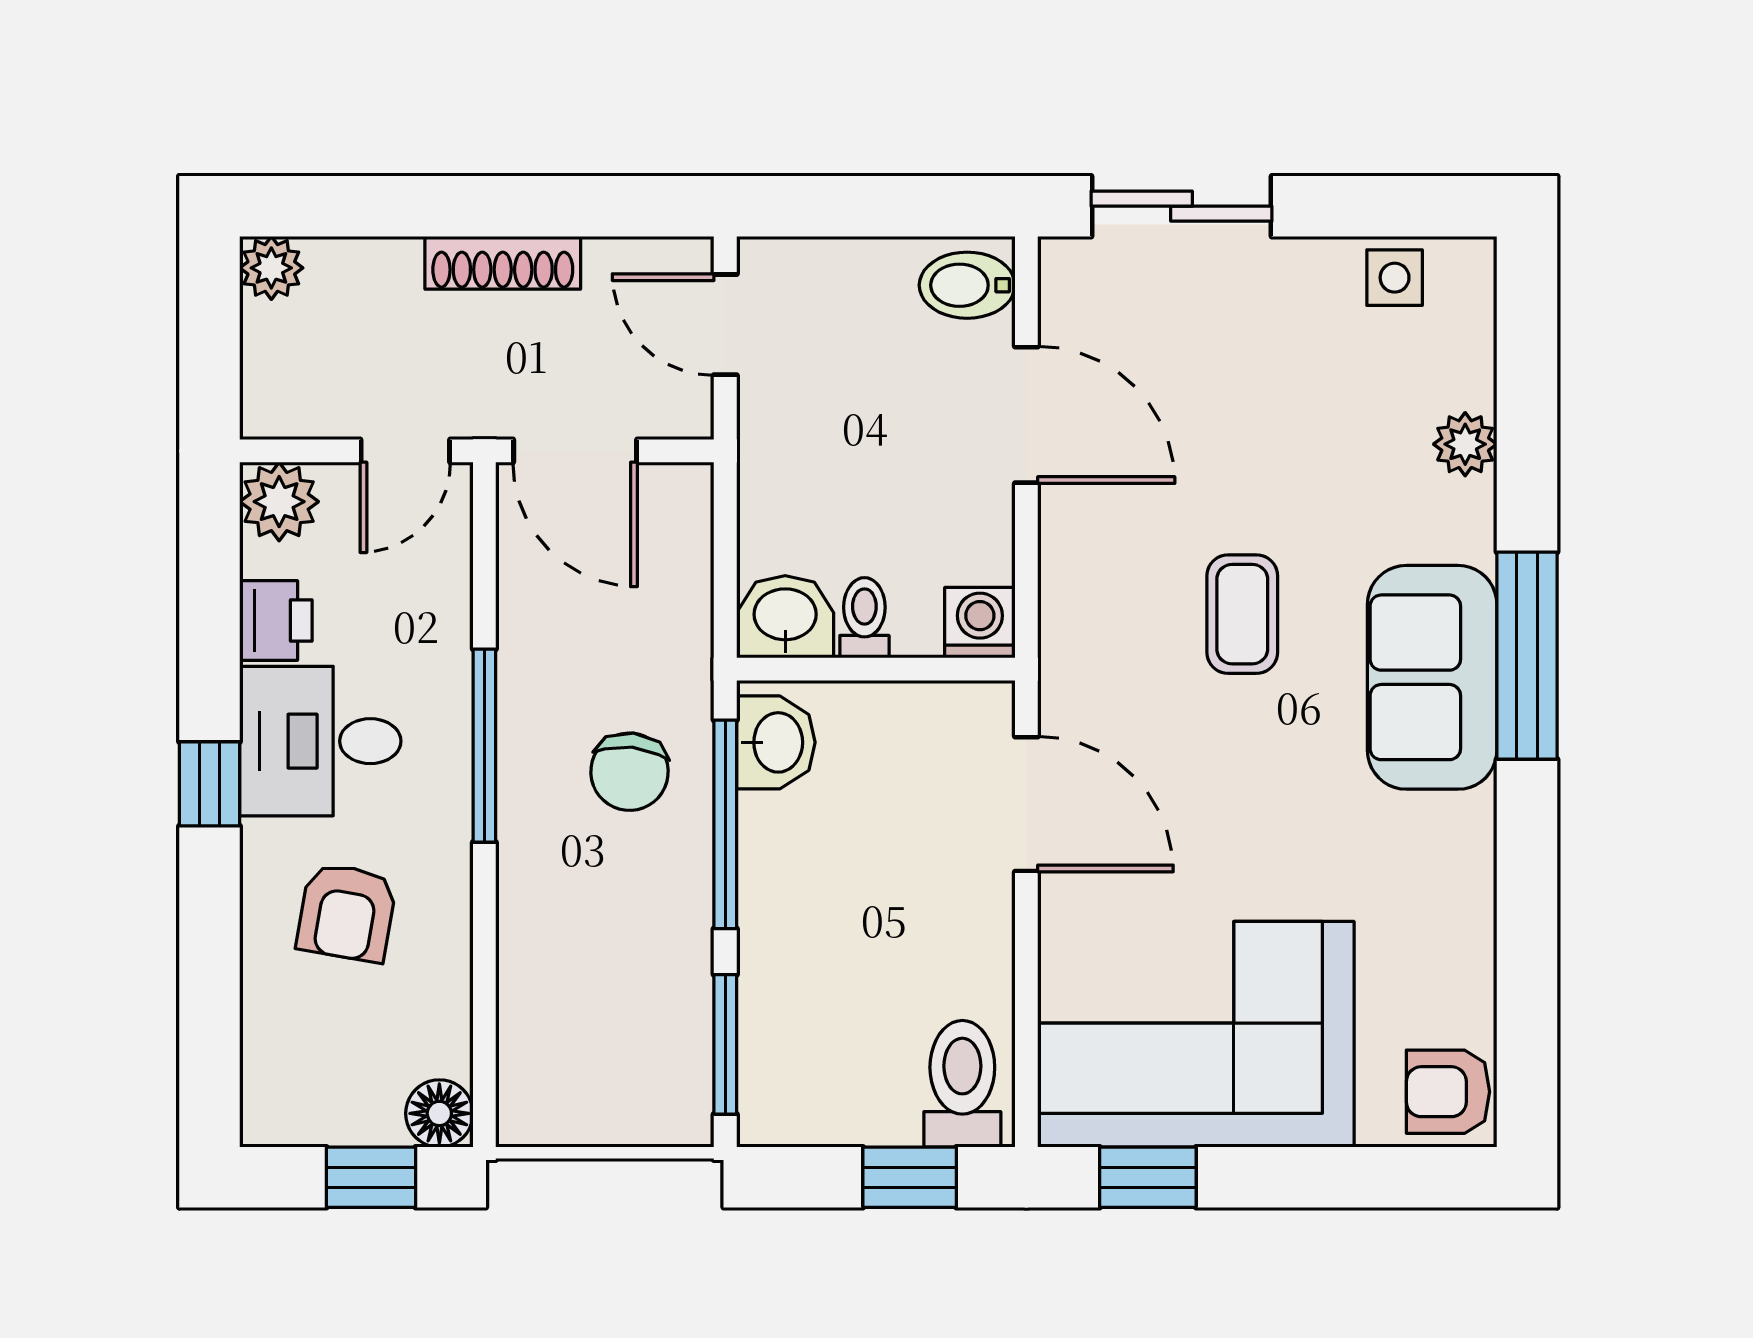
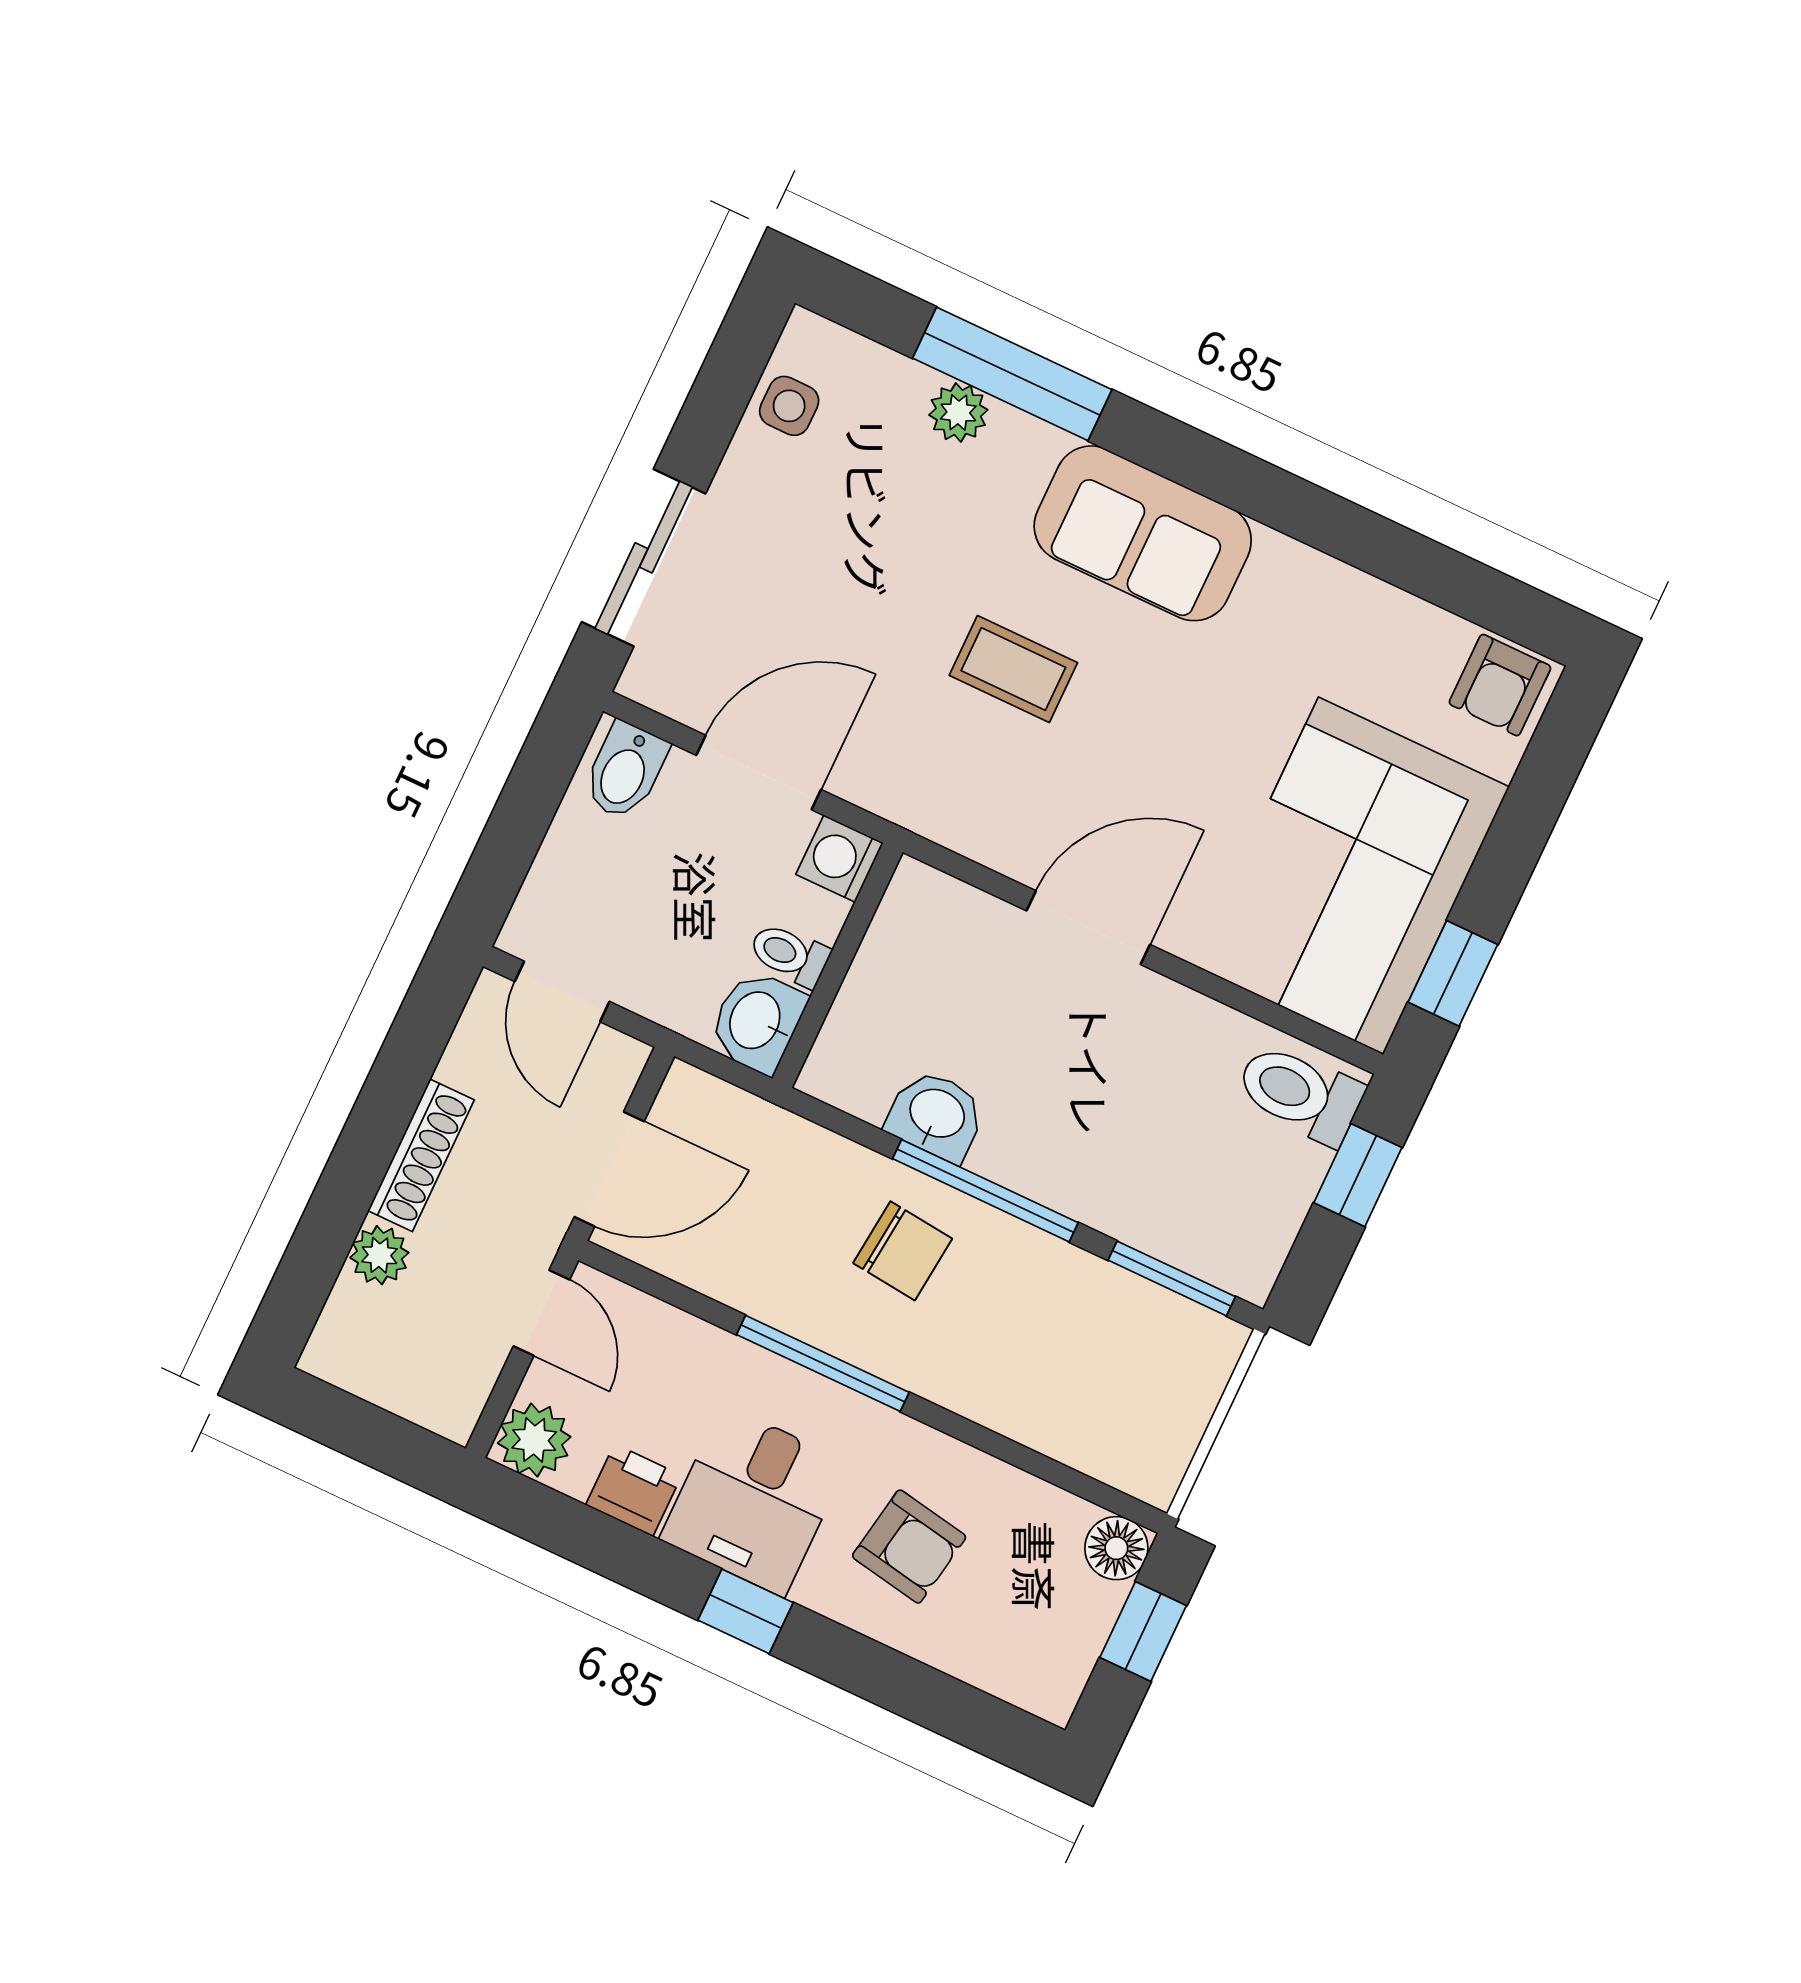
plant: (271, 268) -> (379, 1255), moved
door: (725, 325) -> (562, 992), hinge flipped
washbasin: (785, 617) -> (757, 1021), moved
toilet: (864, 618) -> (789, 954), moved
washing machine: (980, 623) -> (840, 859), moved
window: (1527, 656) -> (1012, 374), moved
wall: (876, 669) -> (837, 965), moved

